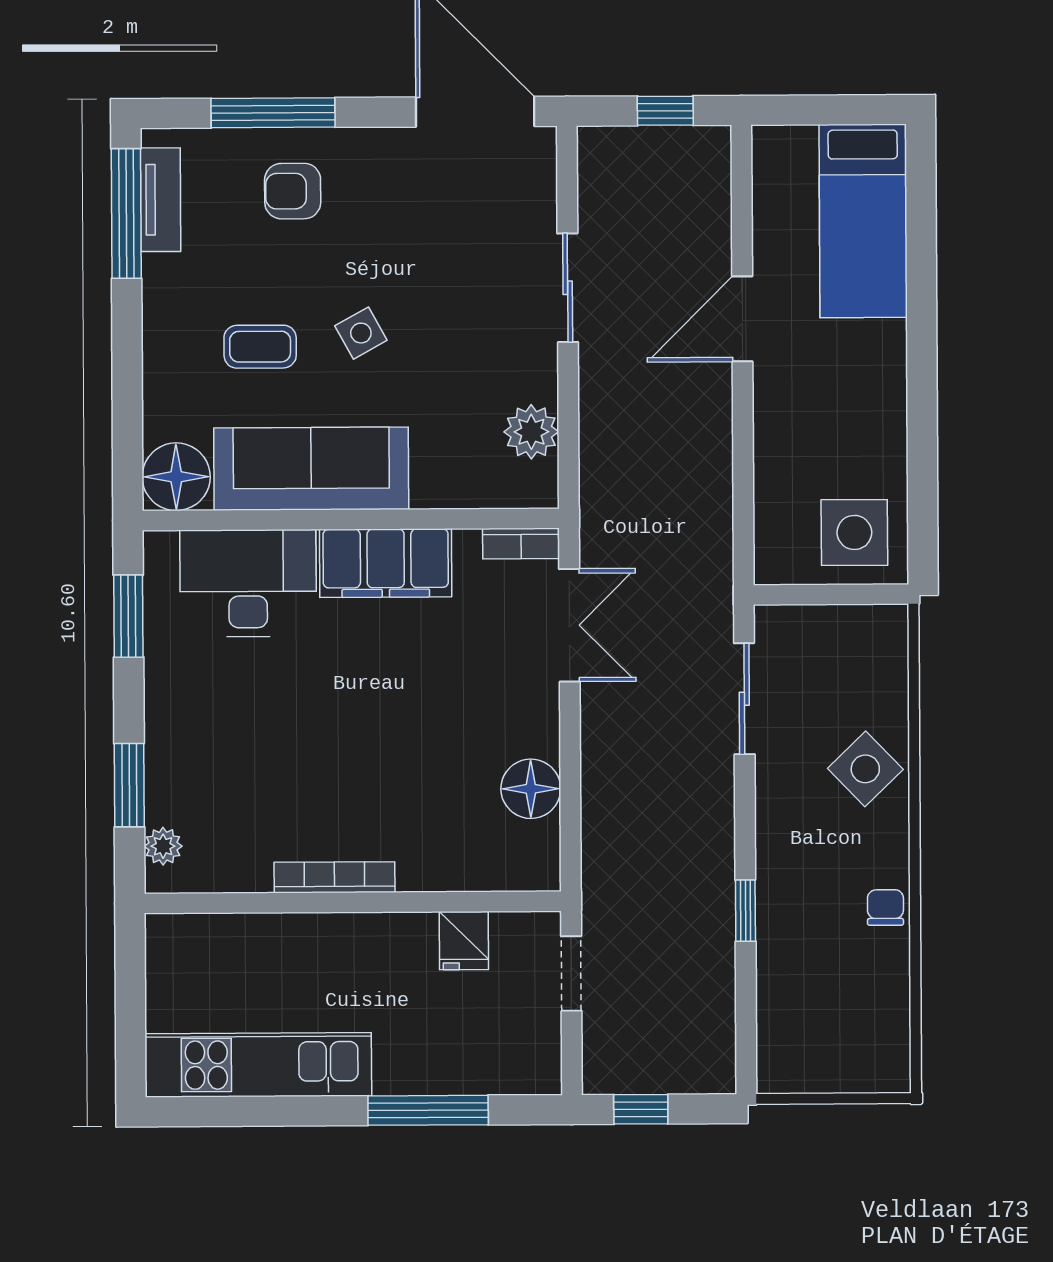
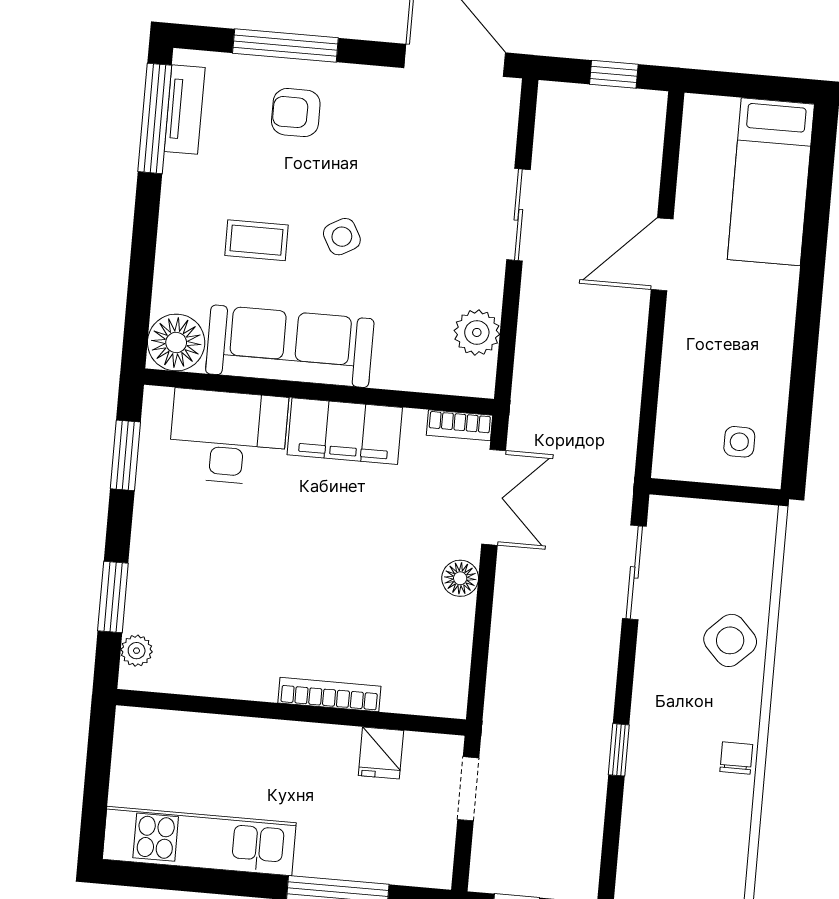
side table: (854, 532) -> (739, 442), width x0.54, depth x0.54
floor lamp: (531, 789) -> (460, 578), moved, width x0.73, depth x0.73
bookcase: (335, 877) -> (329, 695), moved

